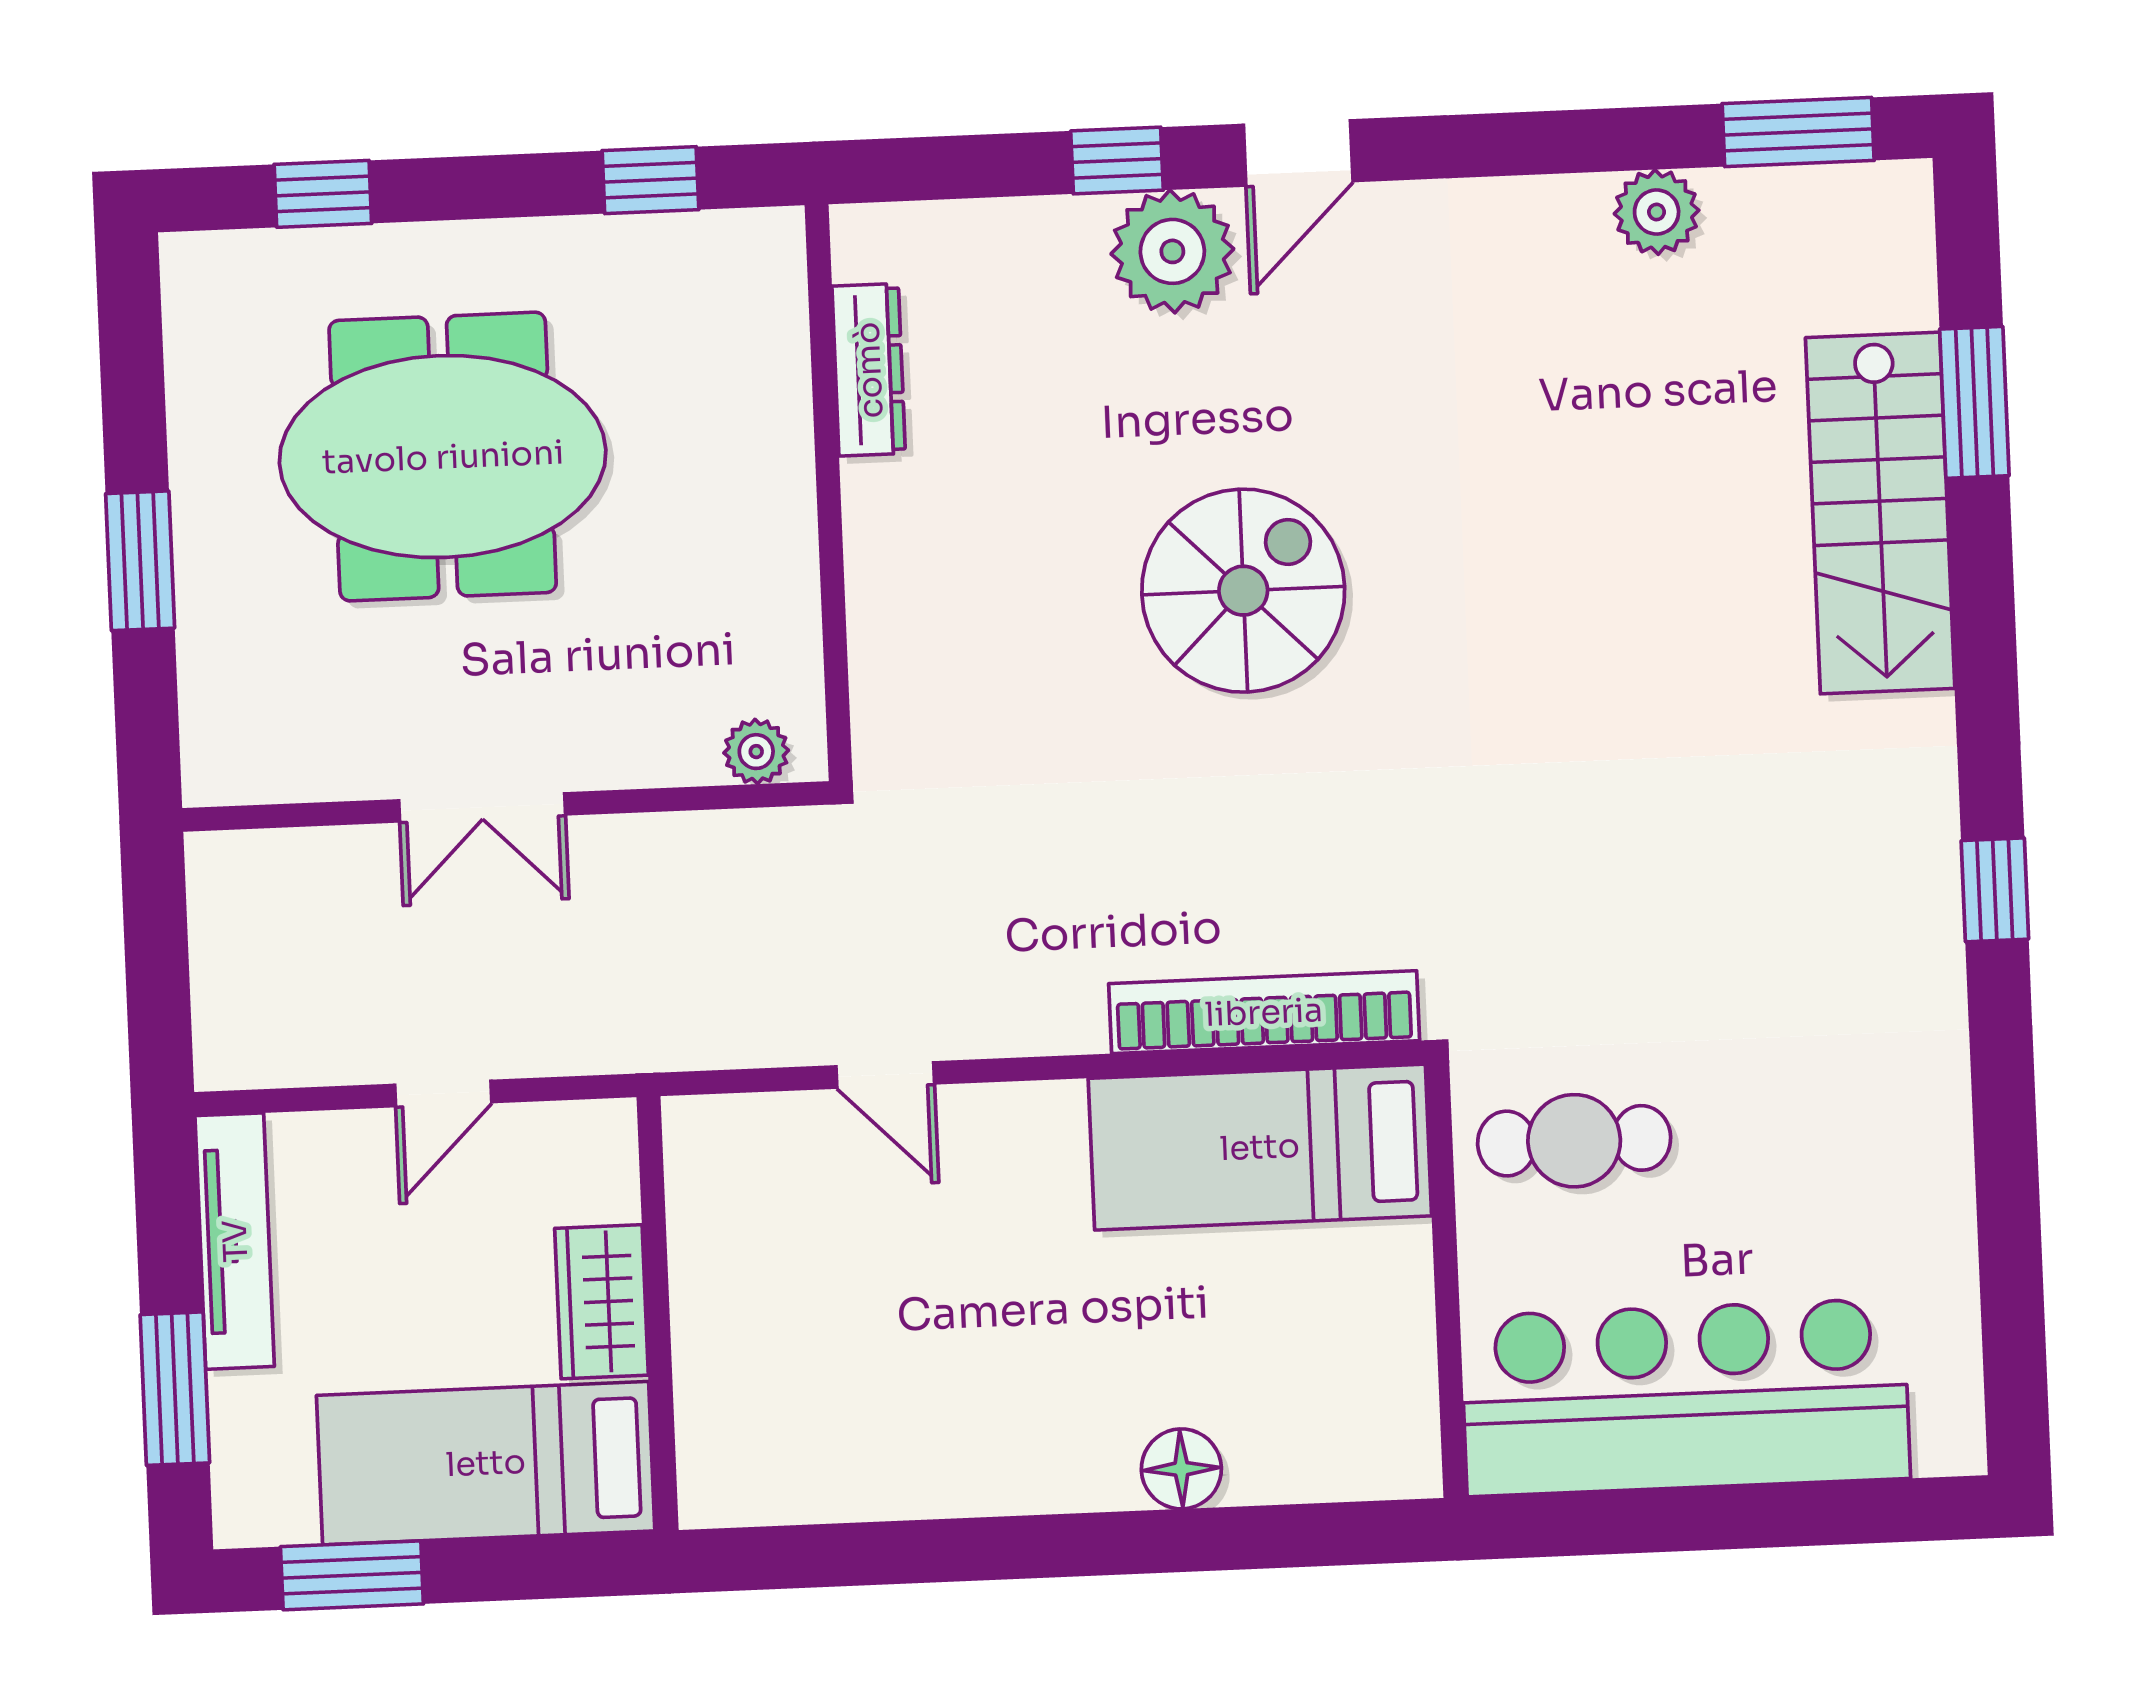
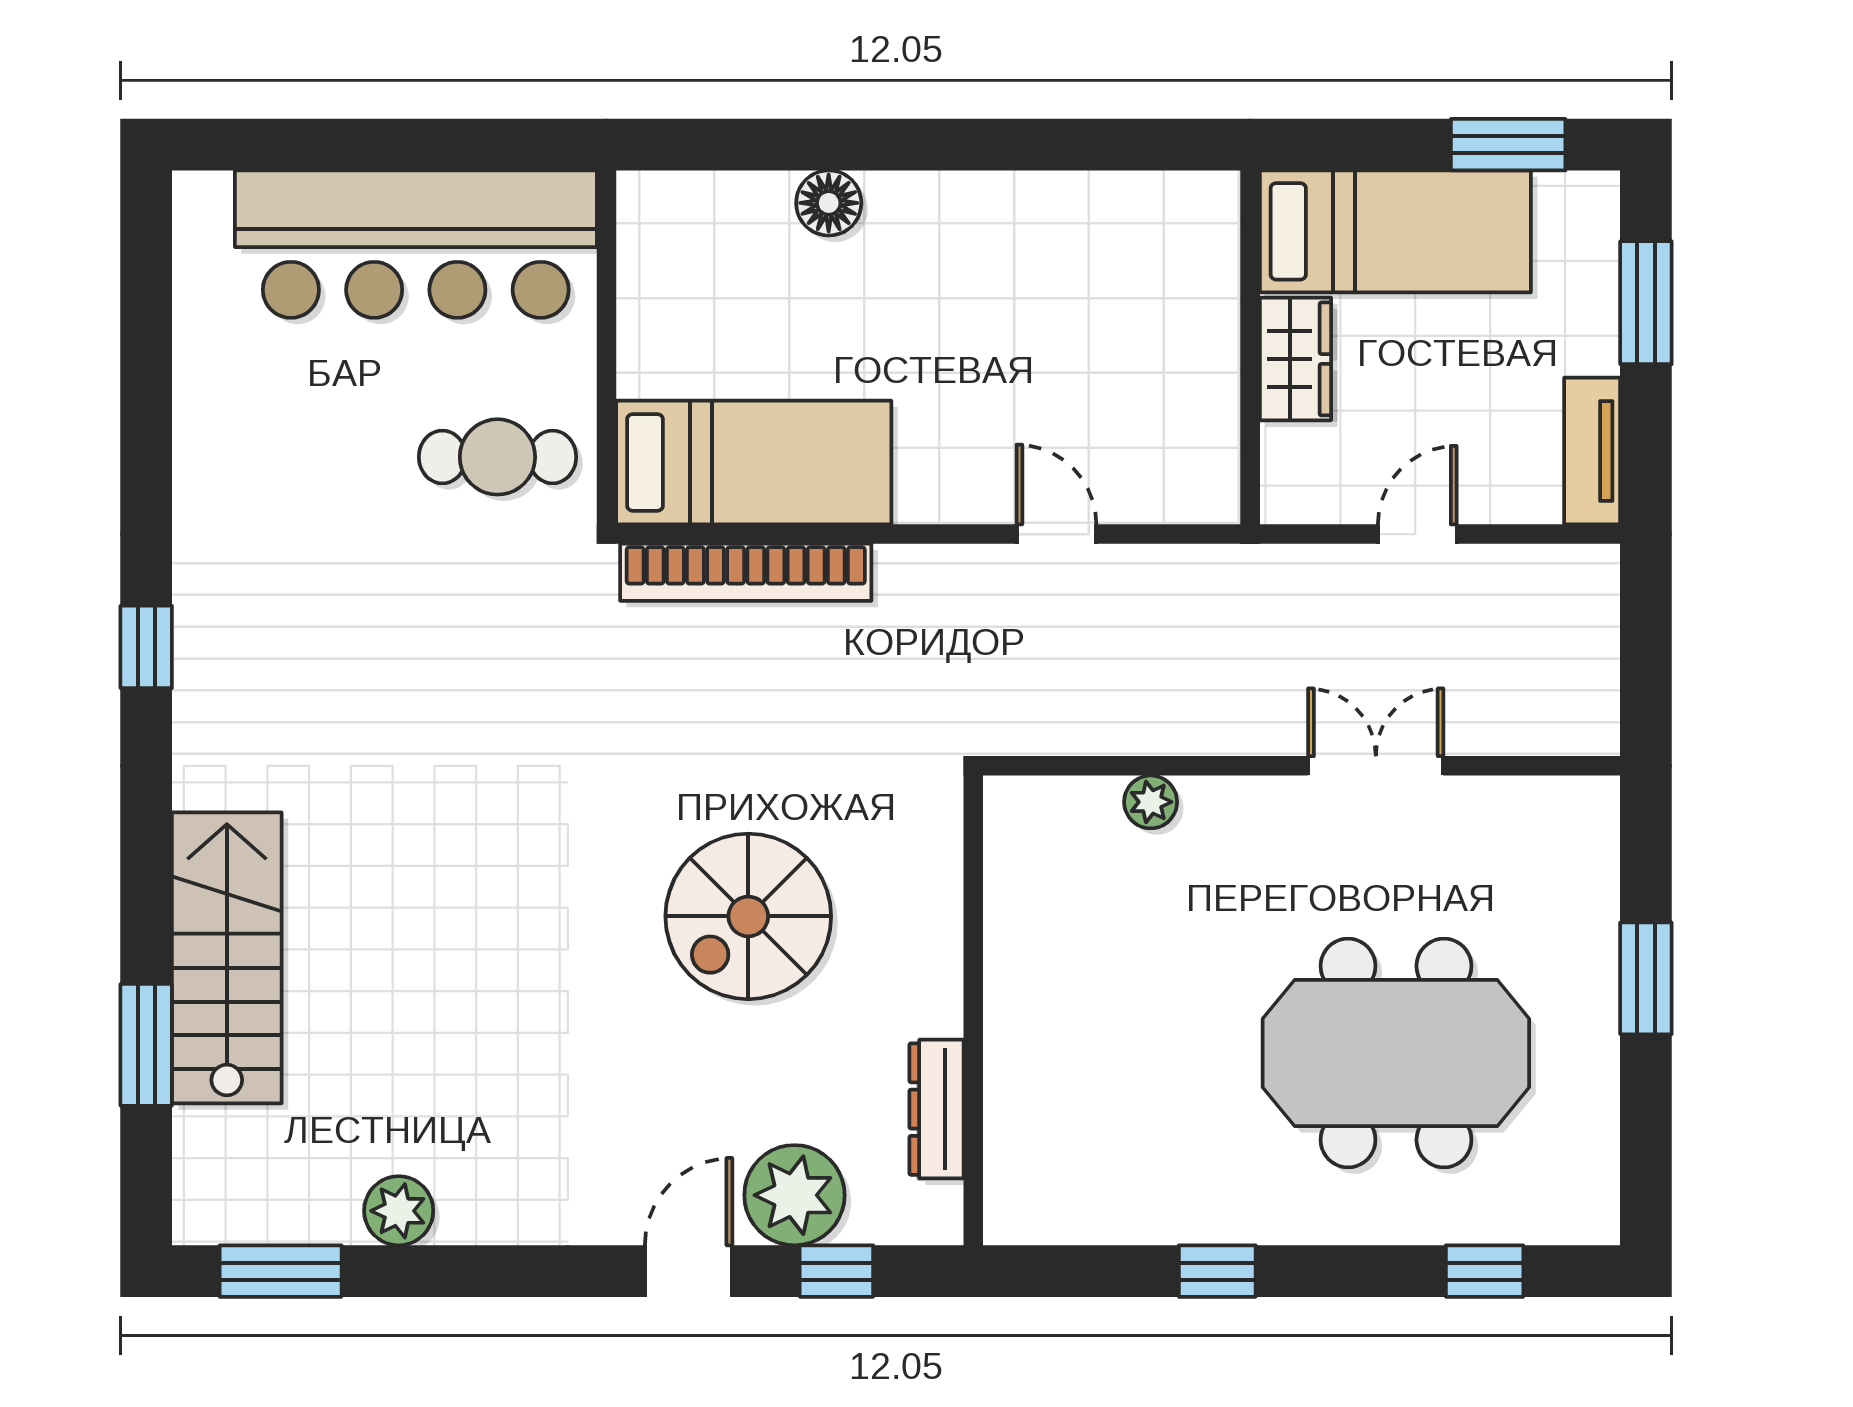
dresser: (869, 370) -> (937, 1109), moved
wall: (829, 493) -> (973, 1010), moved
tv unit: (235, 1241) -> (1592, 451), width x0.71

